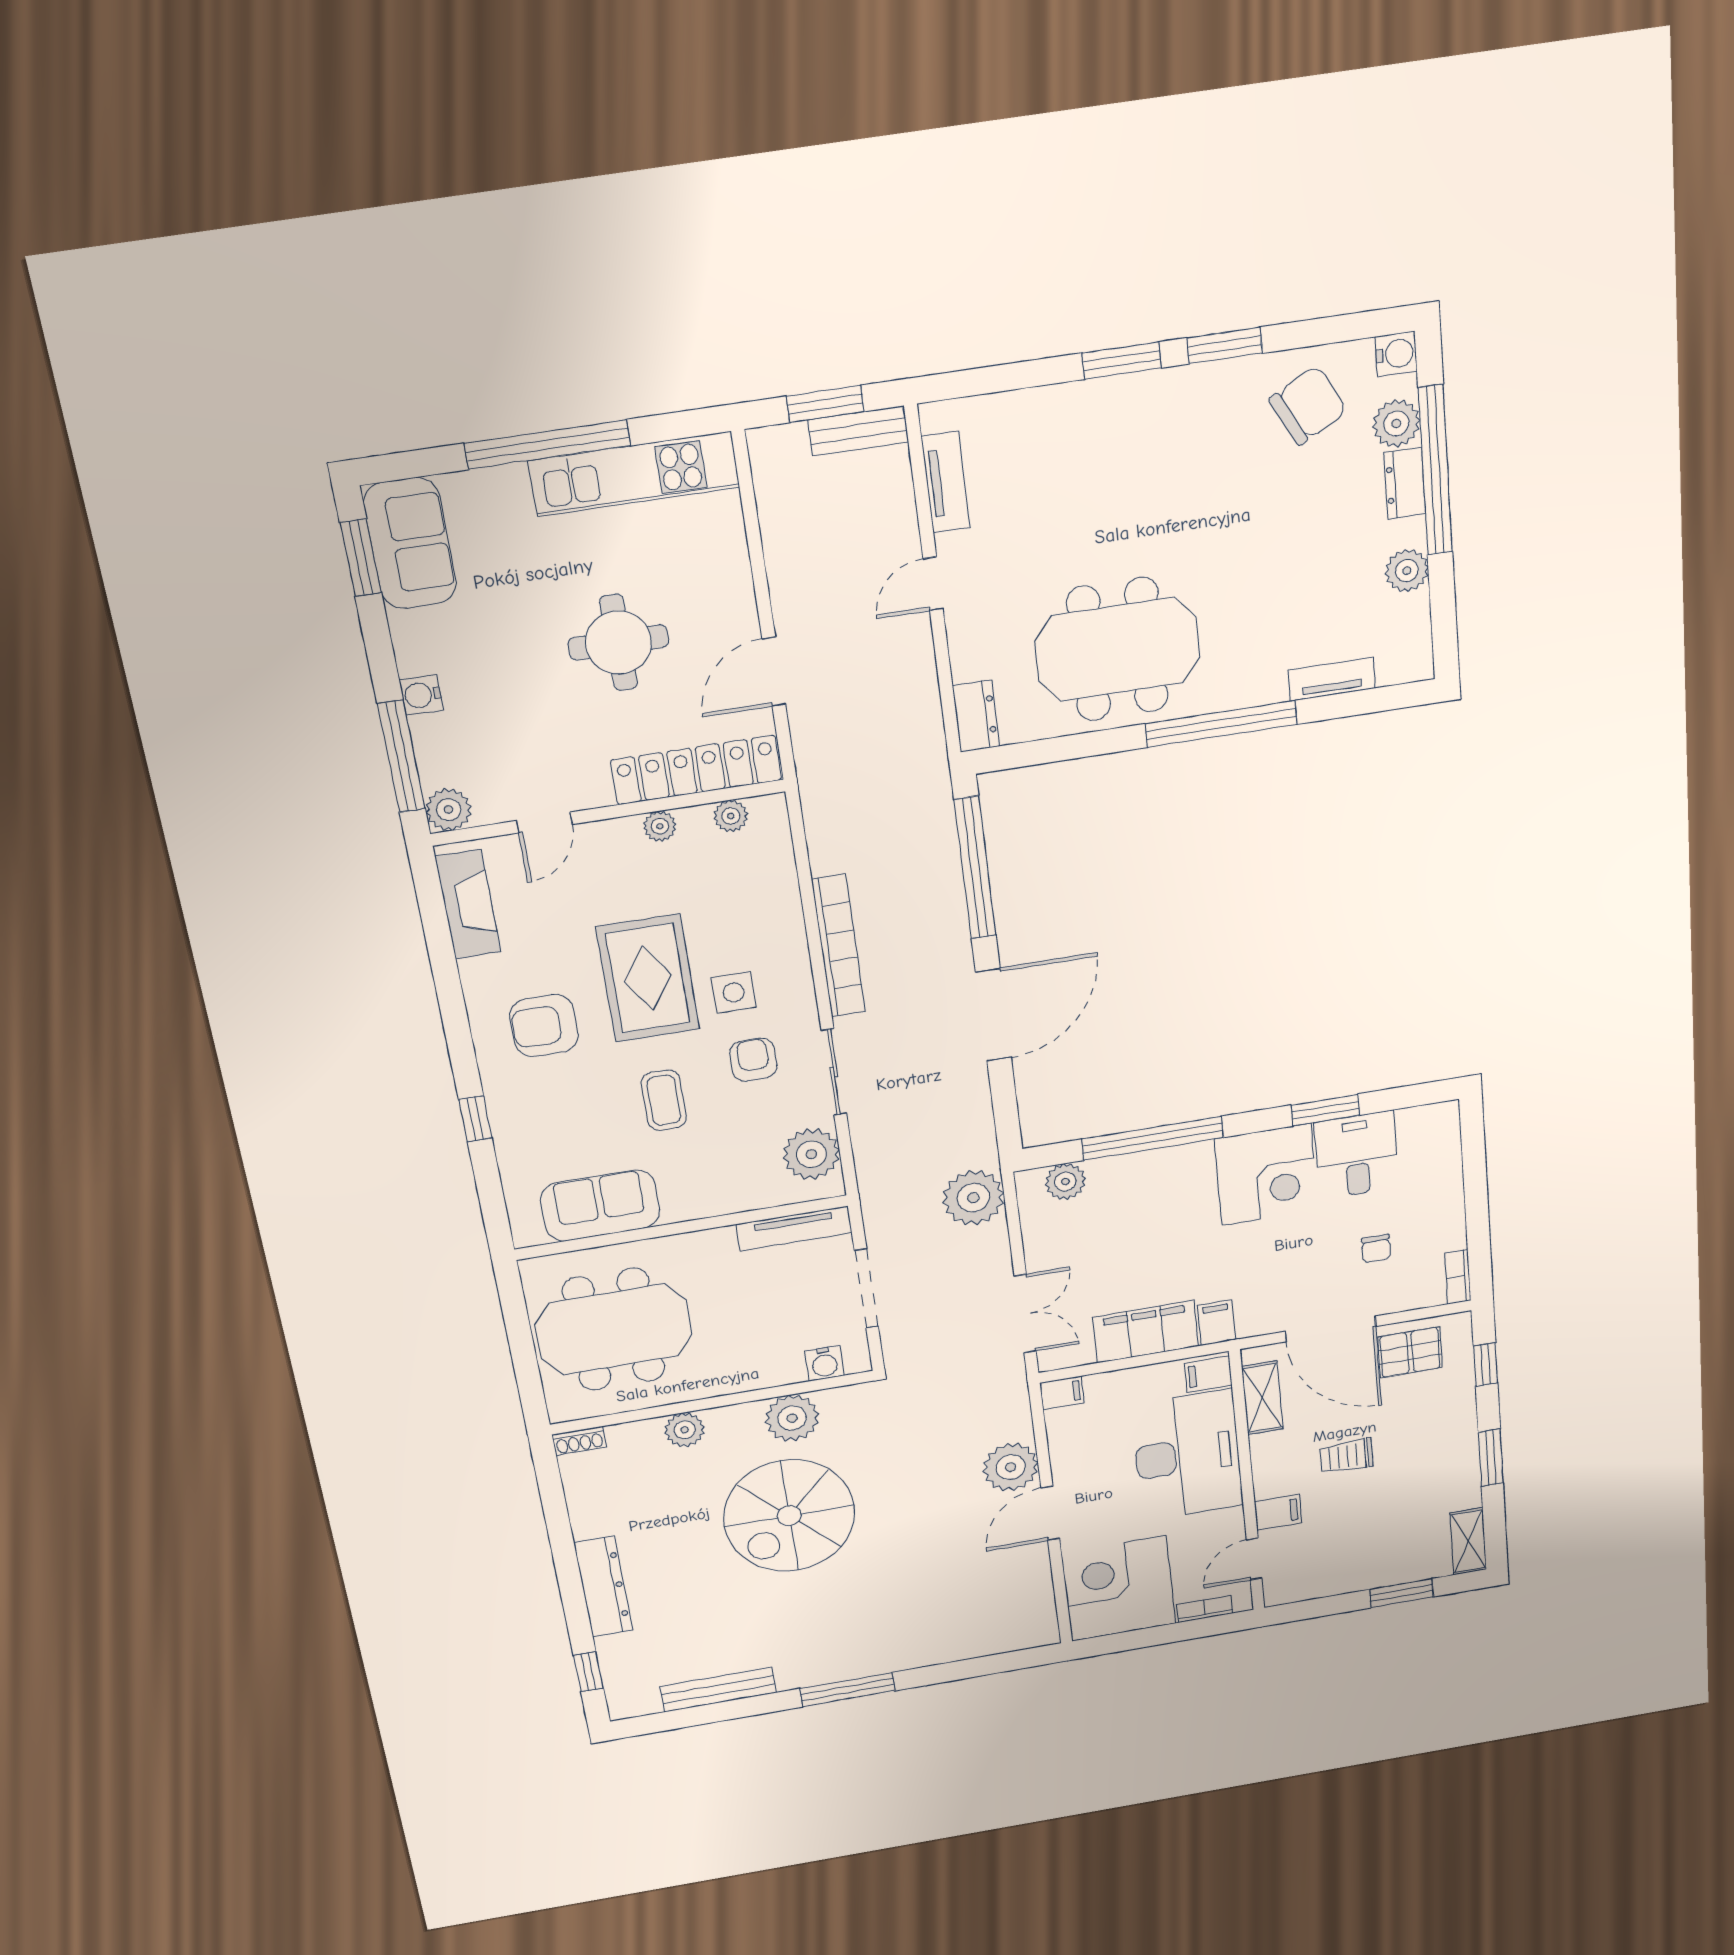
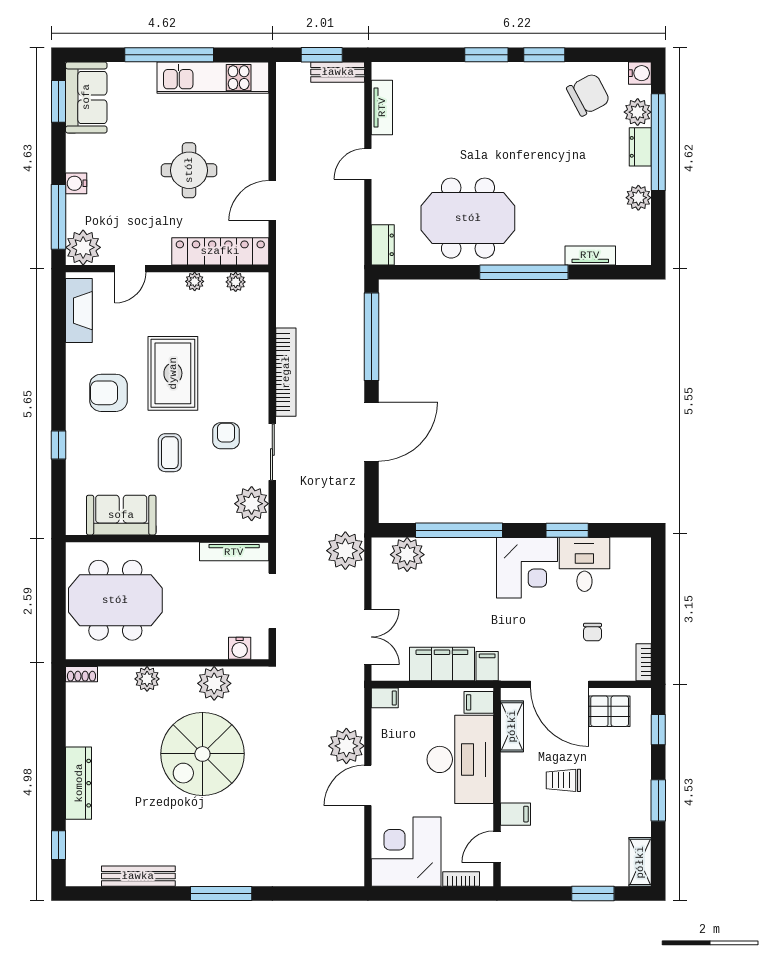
plant: (448, 810) -> (83, 247), width x1.36, depth x1.36
side table: (734, 992) -> (221, 391), removed
plant: (1065, 1182) -> (407, 555), width x1.36, depth x1.36

